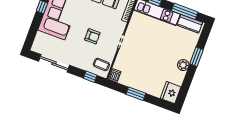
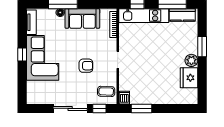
sliding door: (54, 63) -> (70, 108), moved
fridge: (171, 93) -> (189, 78), moved
window: (136, 94) -> (142, 108), moved

